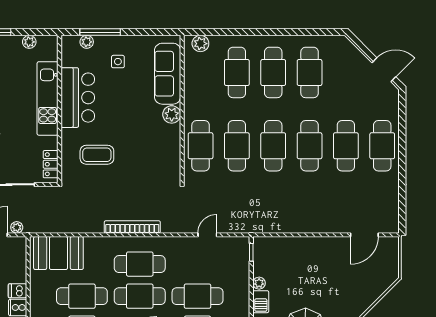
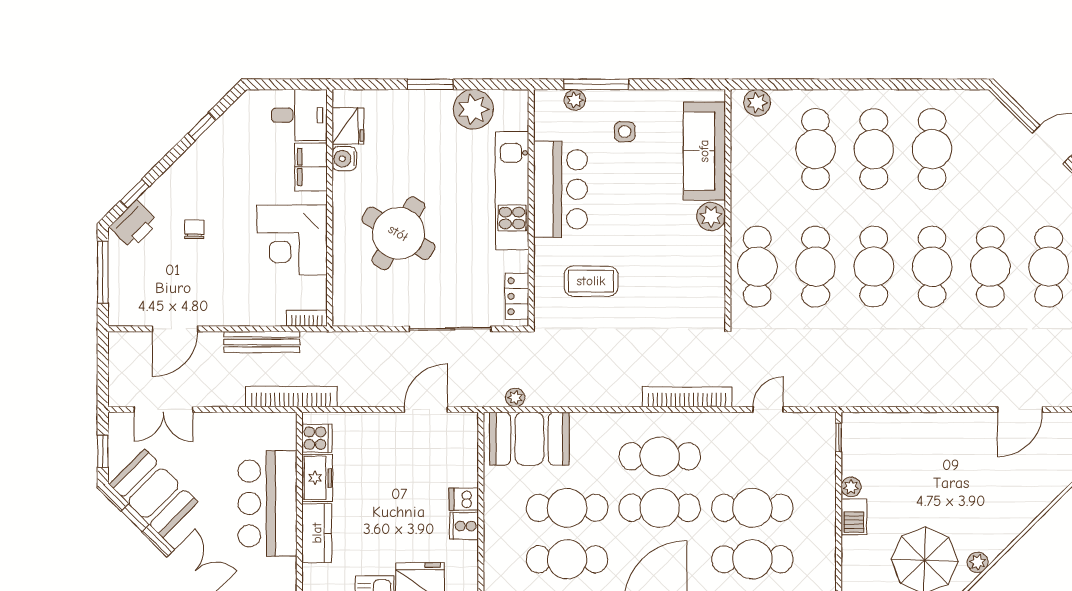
plant: (29, 42) -> (473, 109), width x1.88, depth x1.88
plant: (17, 227) -> (515, 398), moved
bookcase: (132, 227) -> (687, 397), moved

